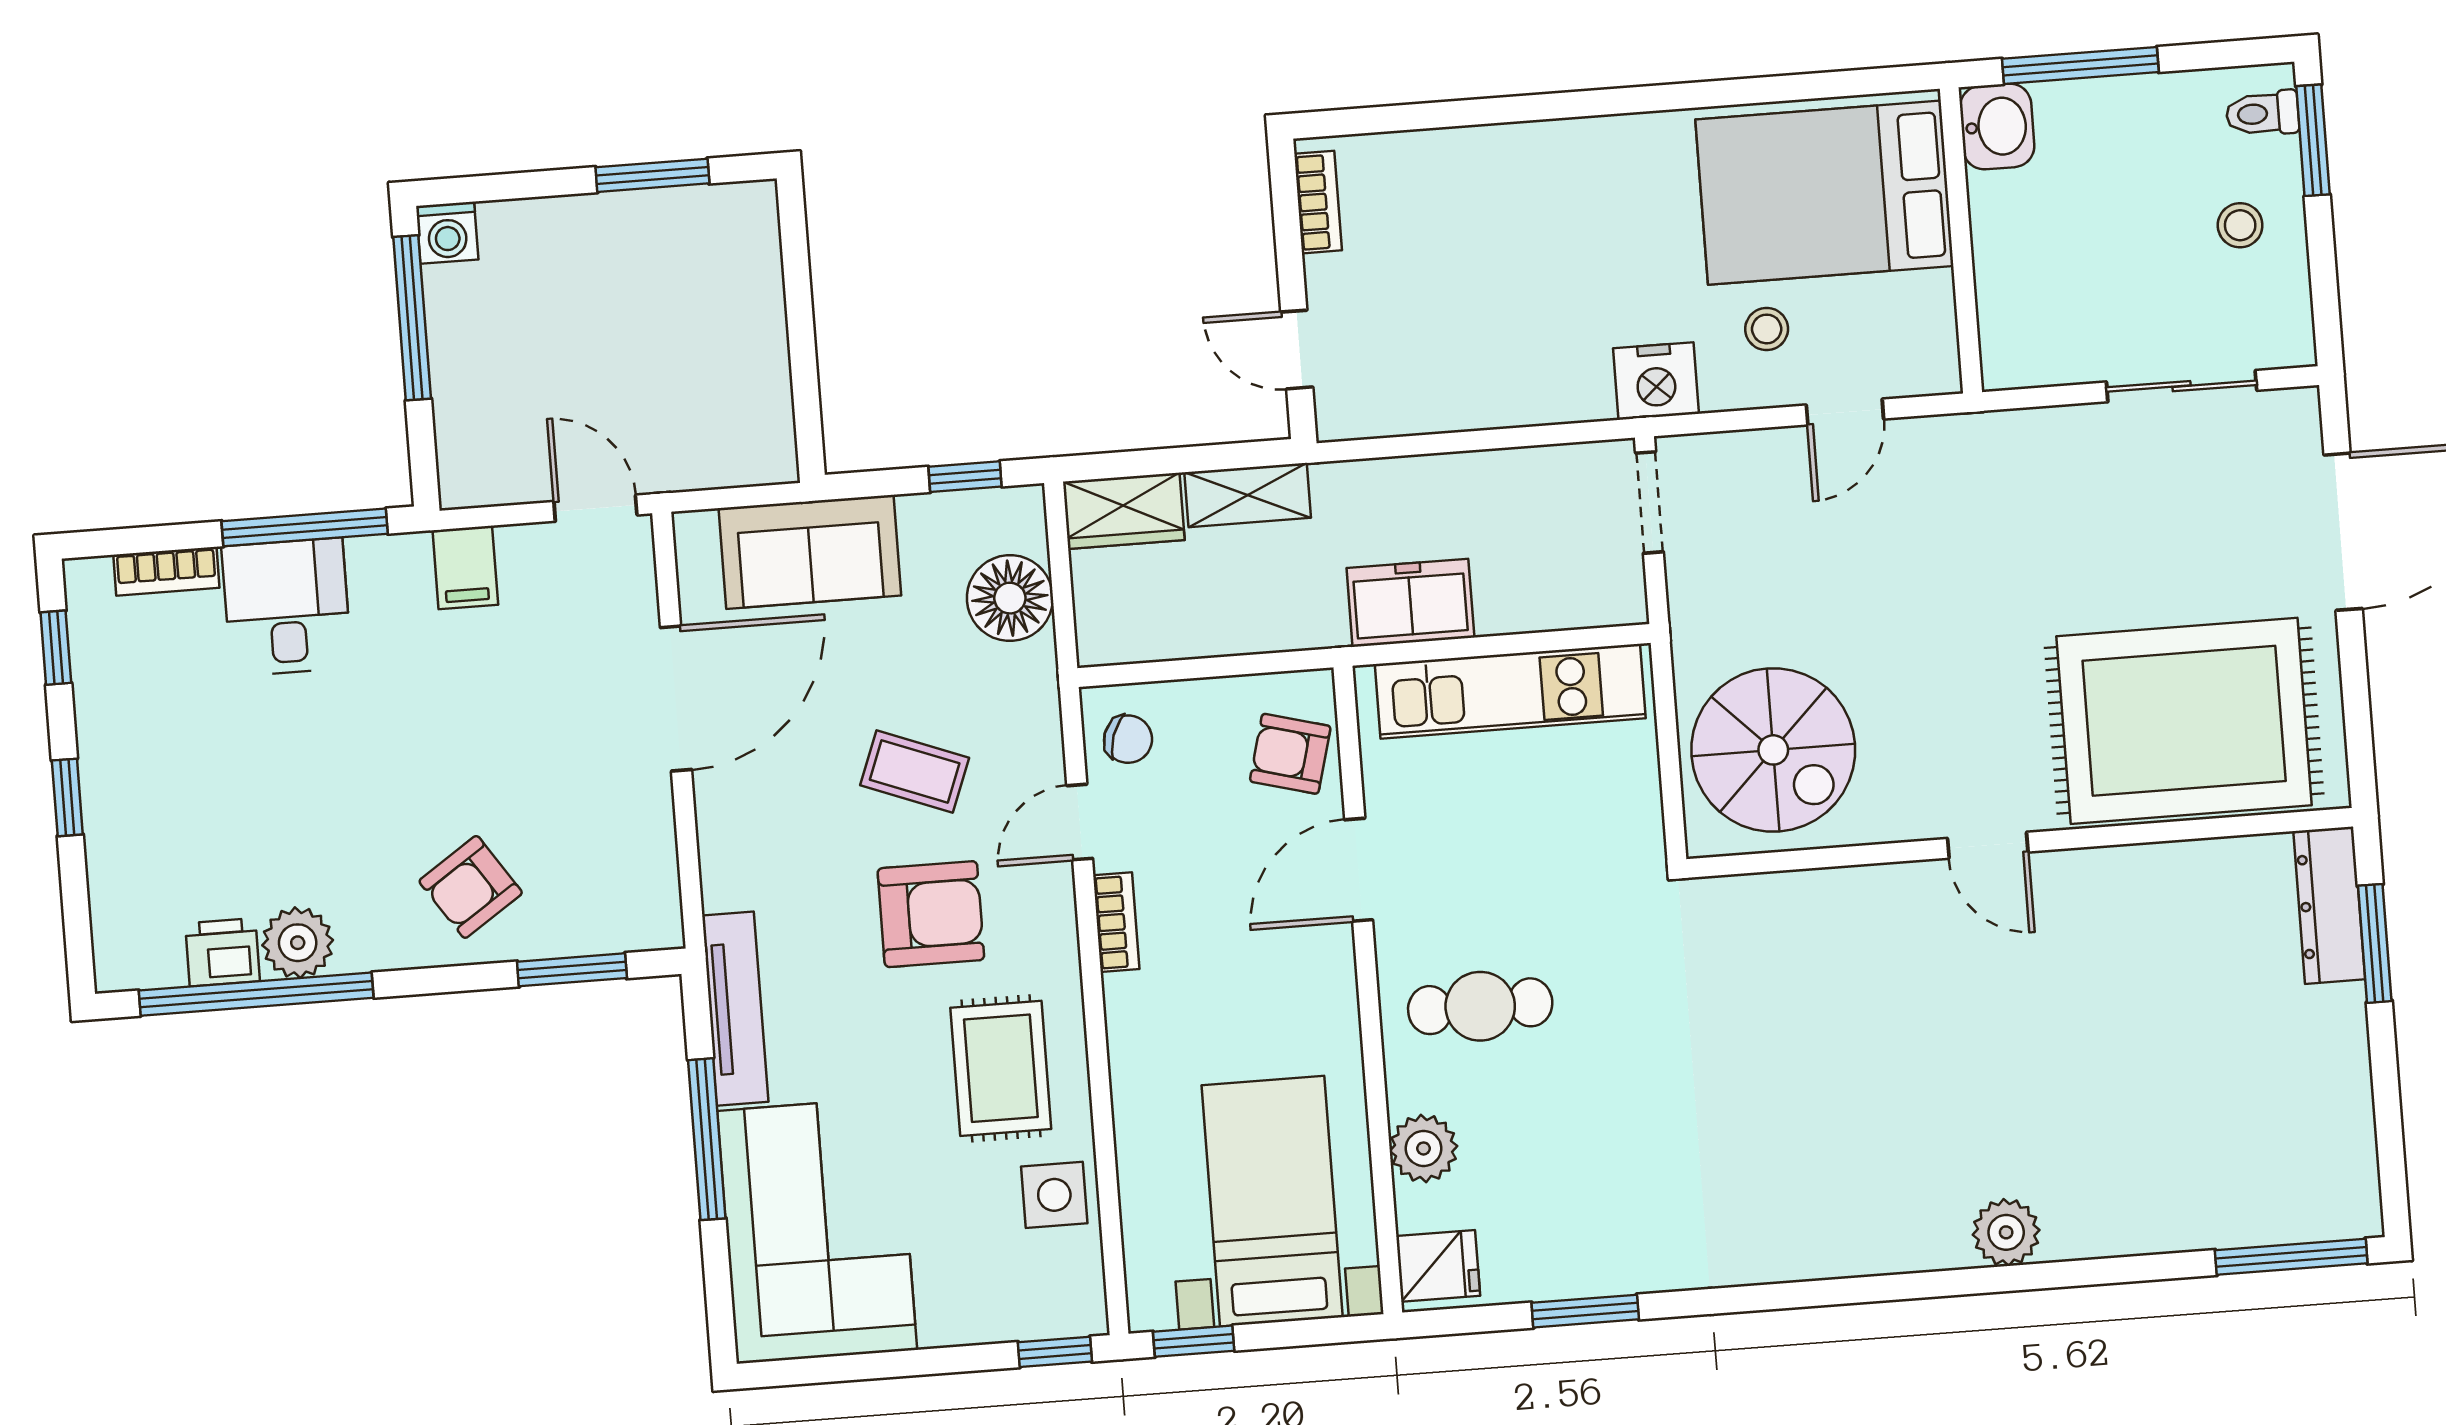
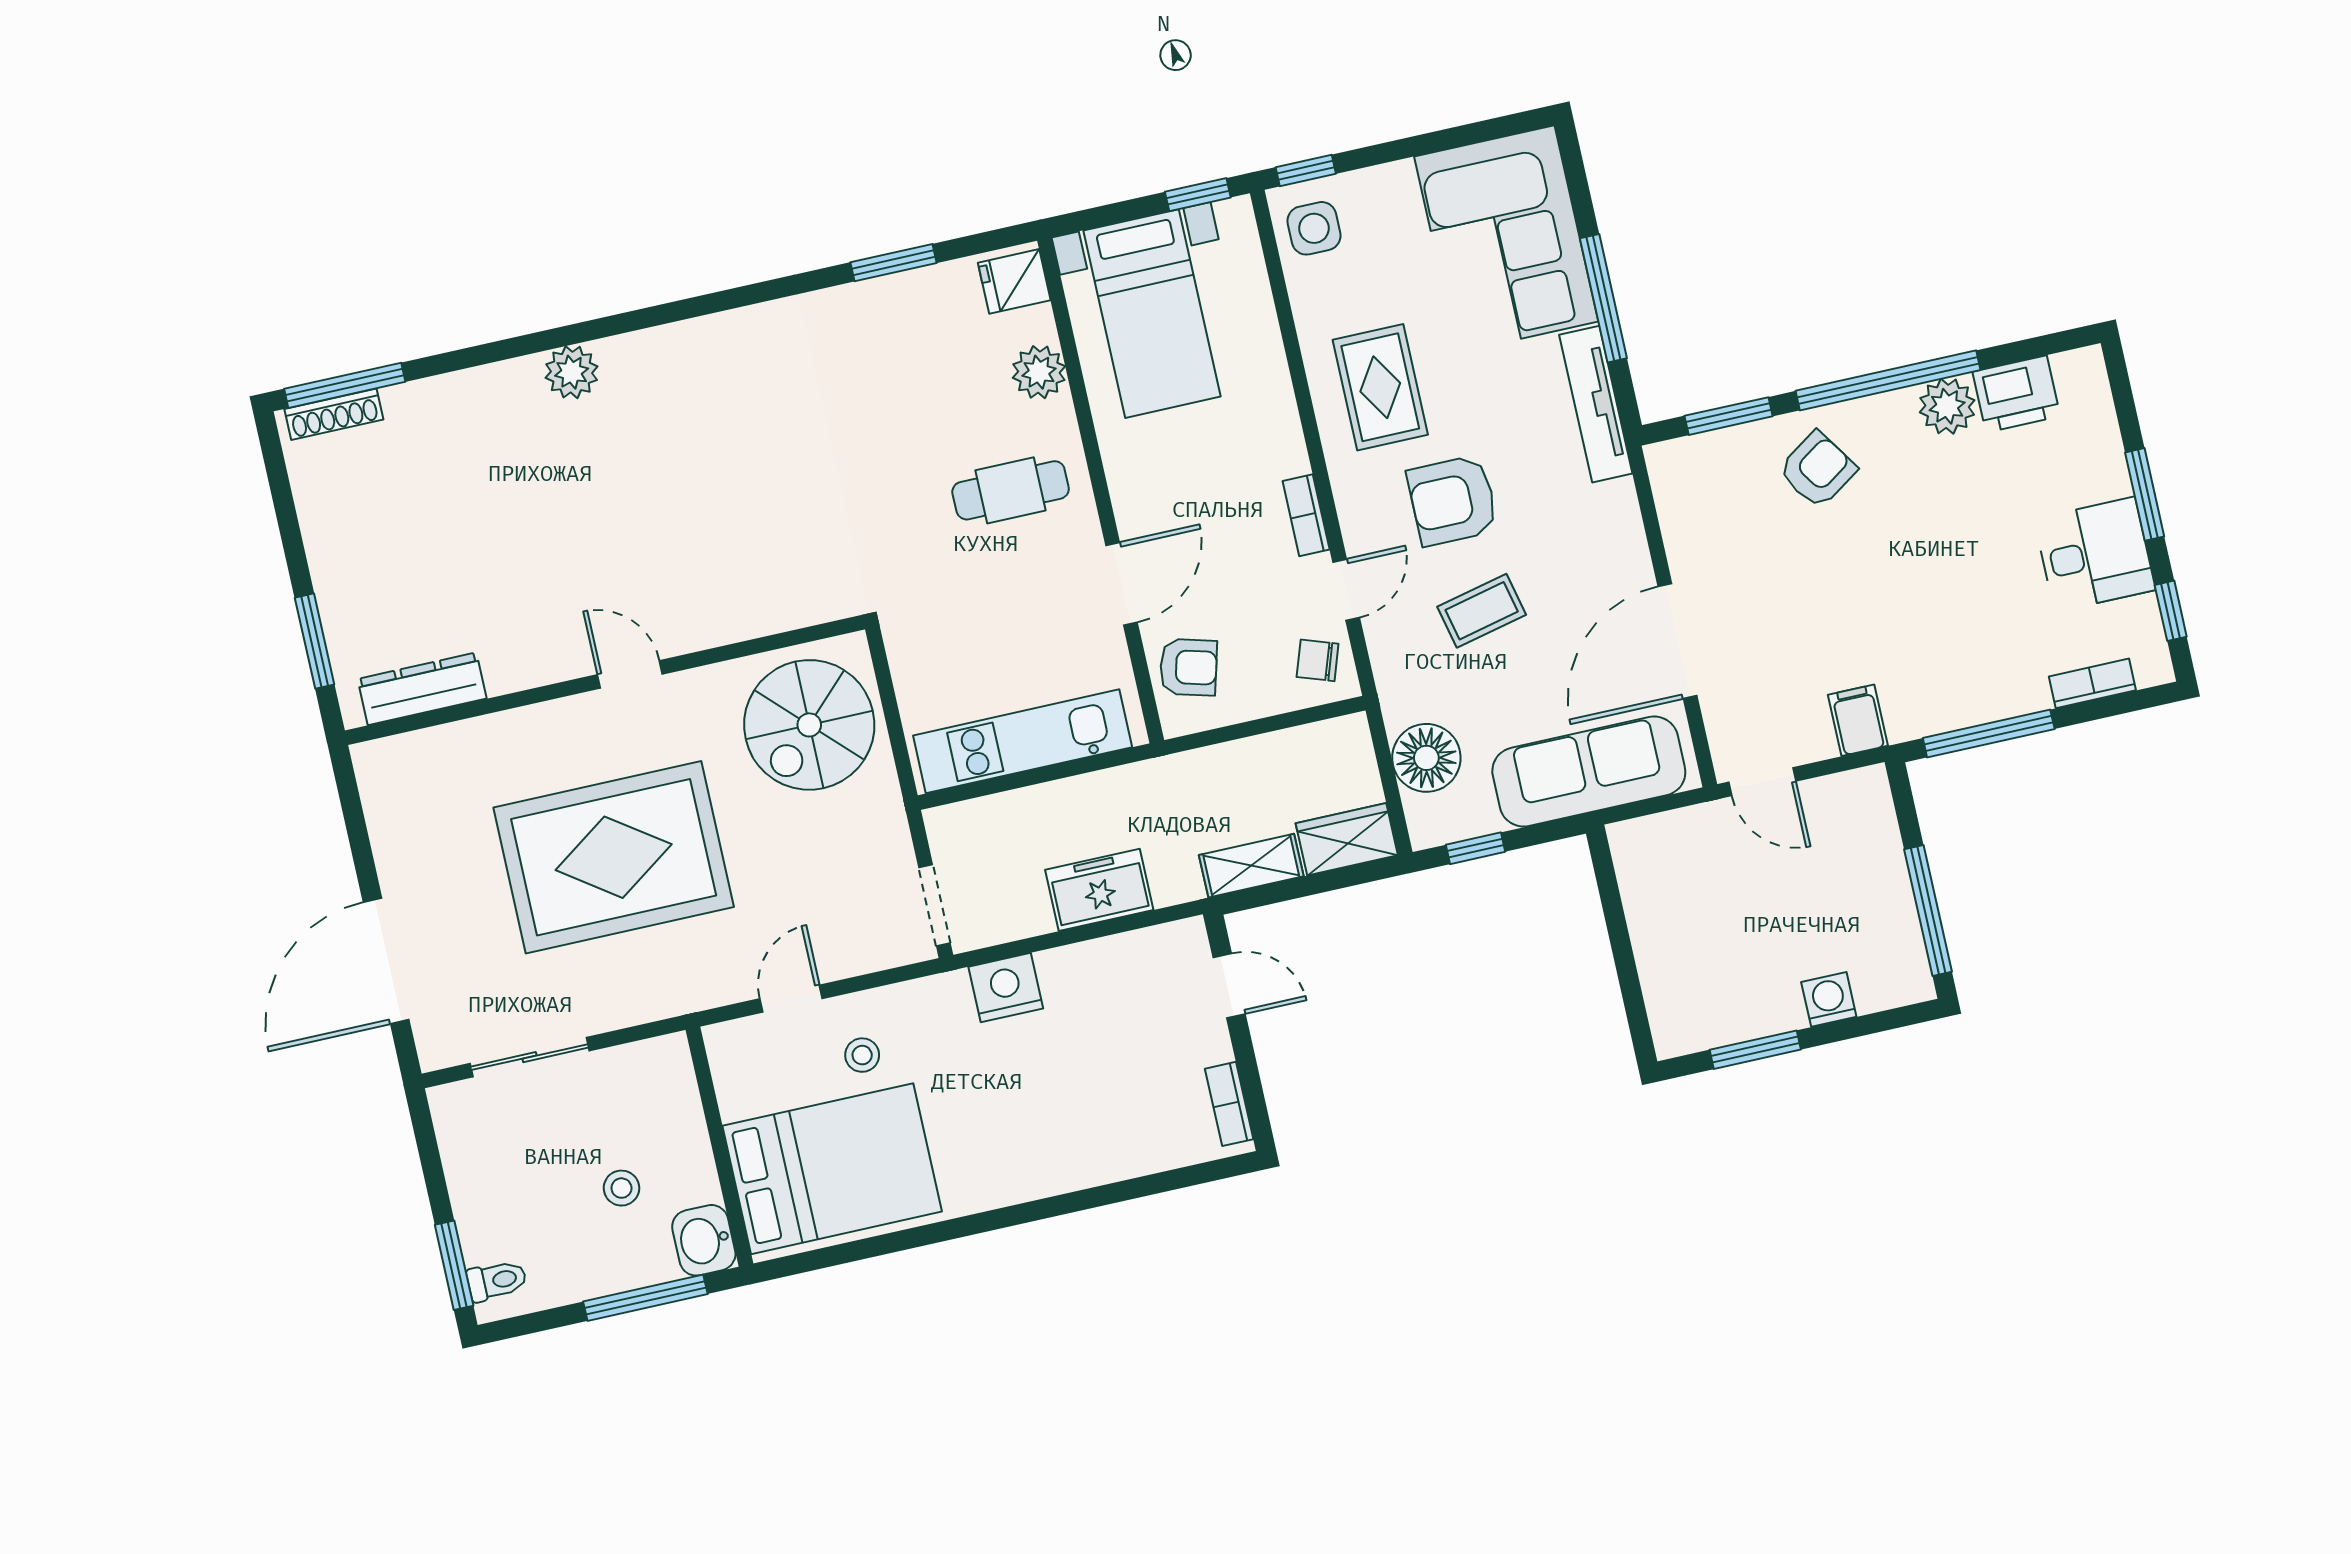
stool: (2240, 225) -> (621, 1188), moved
washing machine: (447, 233) -> (1829, 999), moved
nightstand: (1656, 381) -> (1006, 988), moved
sofa: (810, 552) -> (1589, 772), width x1.36
freezer: (1410, 603) -> (1099, 890), moved, turned 180
desk: (287, 607) -> (2095, 554), moved, turned -90
rug: (2184, 721) -> (614, 857), moved
spiral stairs: (1773, 750) -> (809, 725), turned -90
coffee table: (915, 771) -> (1482, 611), turned -34
window: (67, 797) -> (2145, 494), width x1.50
dresser: (2329, 905) -> (422, 689), moved, turned -90
printer: (223, 952) -> (2016, 394), width x1.36, depth x1.24
window: (256, 994) -> (1888, 380), moved
side table: (1054, 1195) -> (1314, 228), moved
shoe rack: (2310, 1223) -> (334, 414), added

